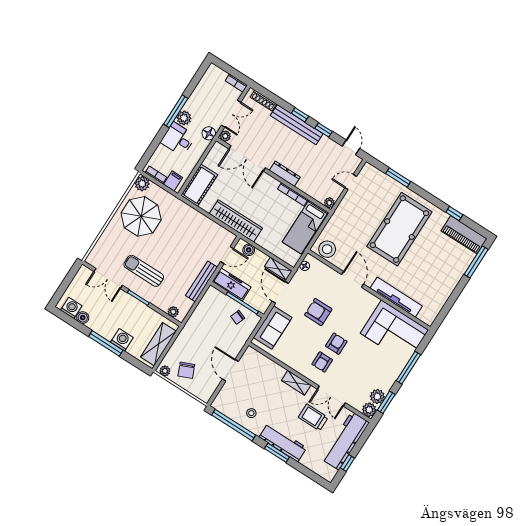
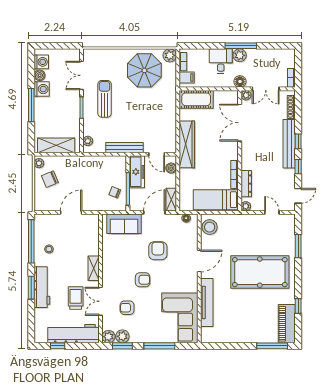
dresser: (285, 174) -> (246, 184), moved
washing machine: (122, 340) -> (42, 89), moved
armchair: (322, 362) -> (127, 308), moved

